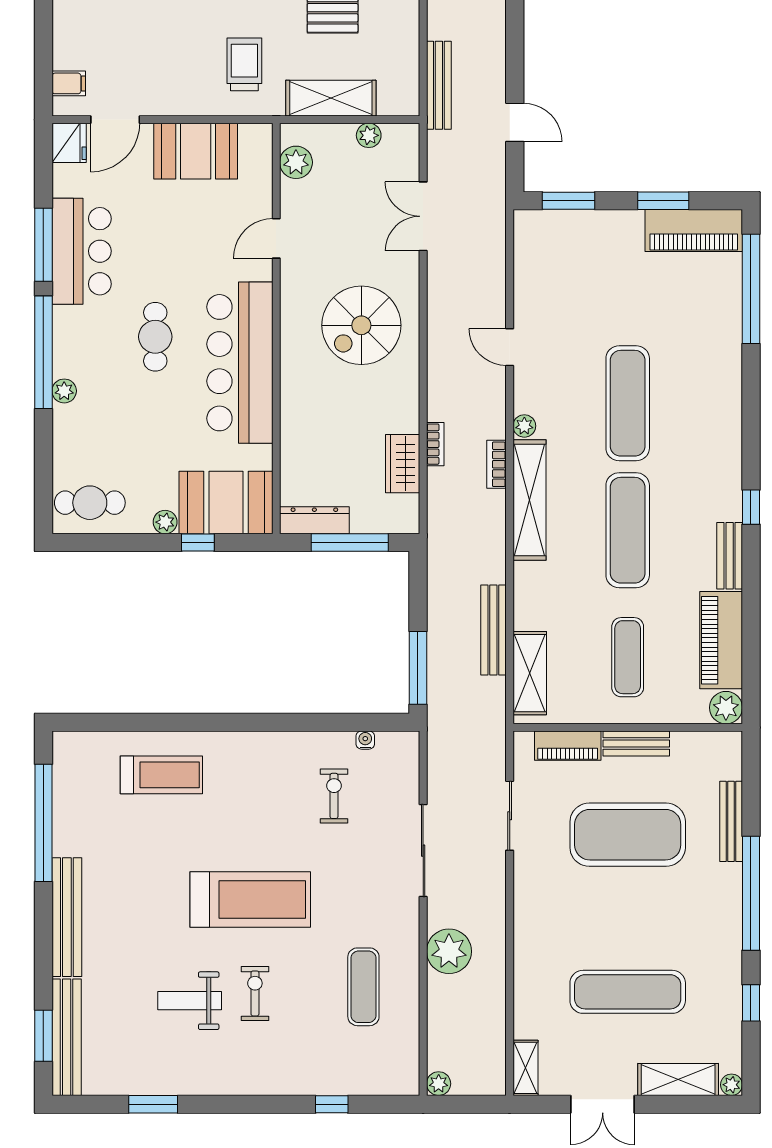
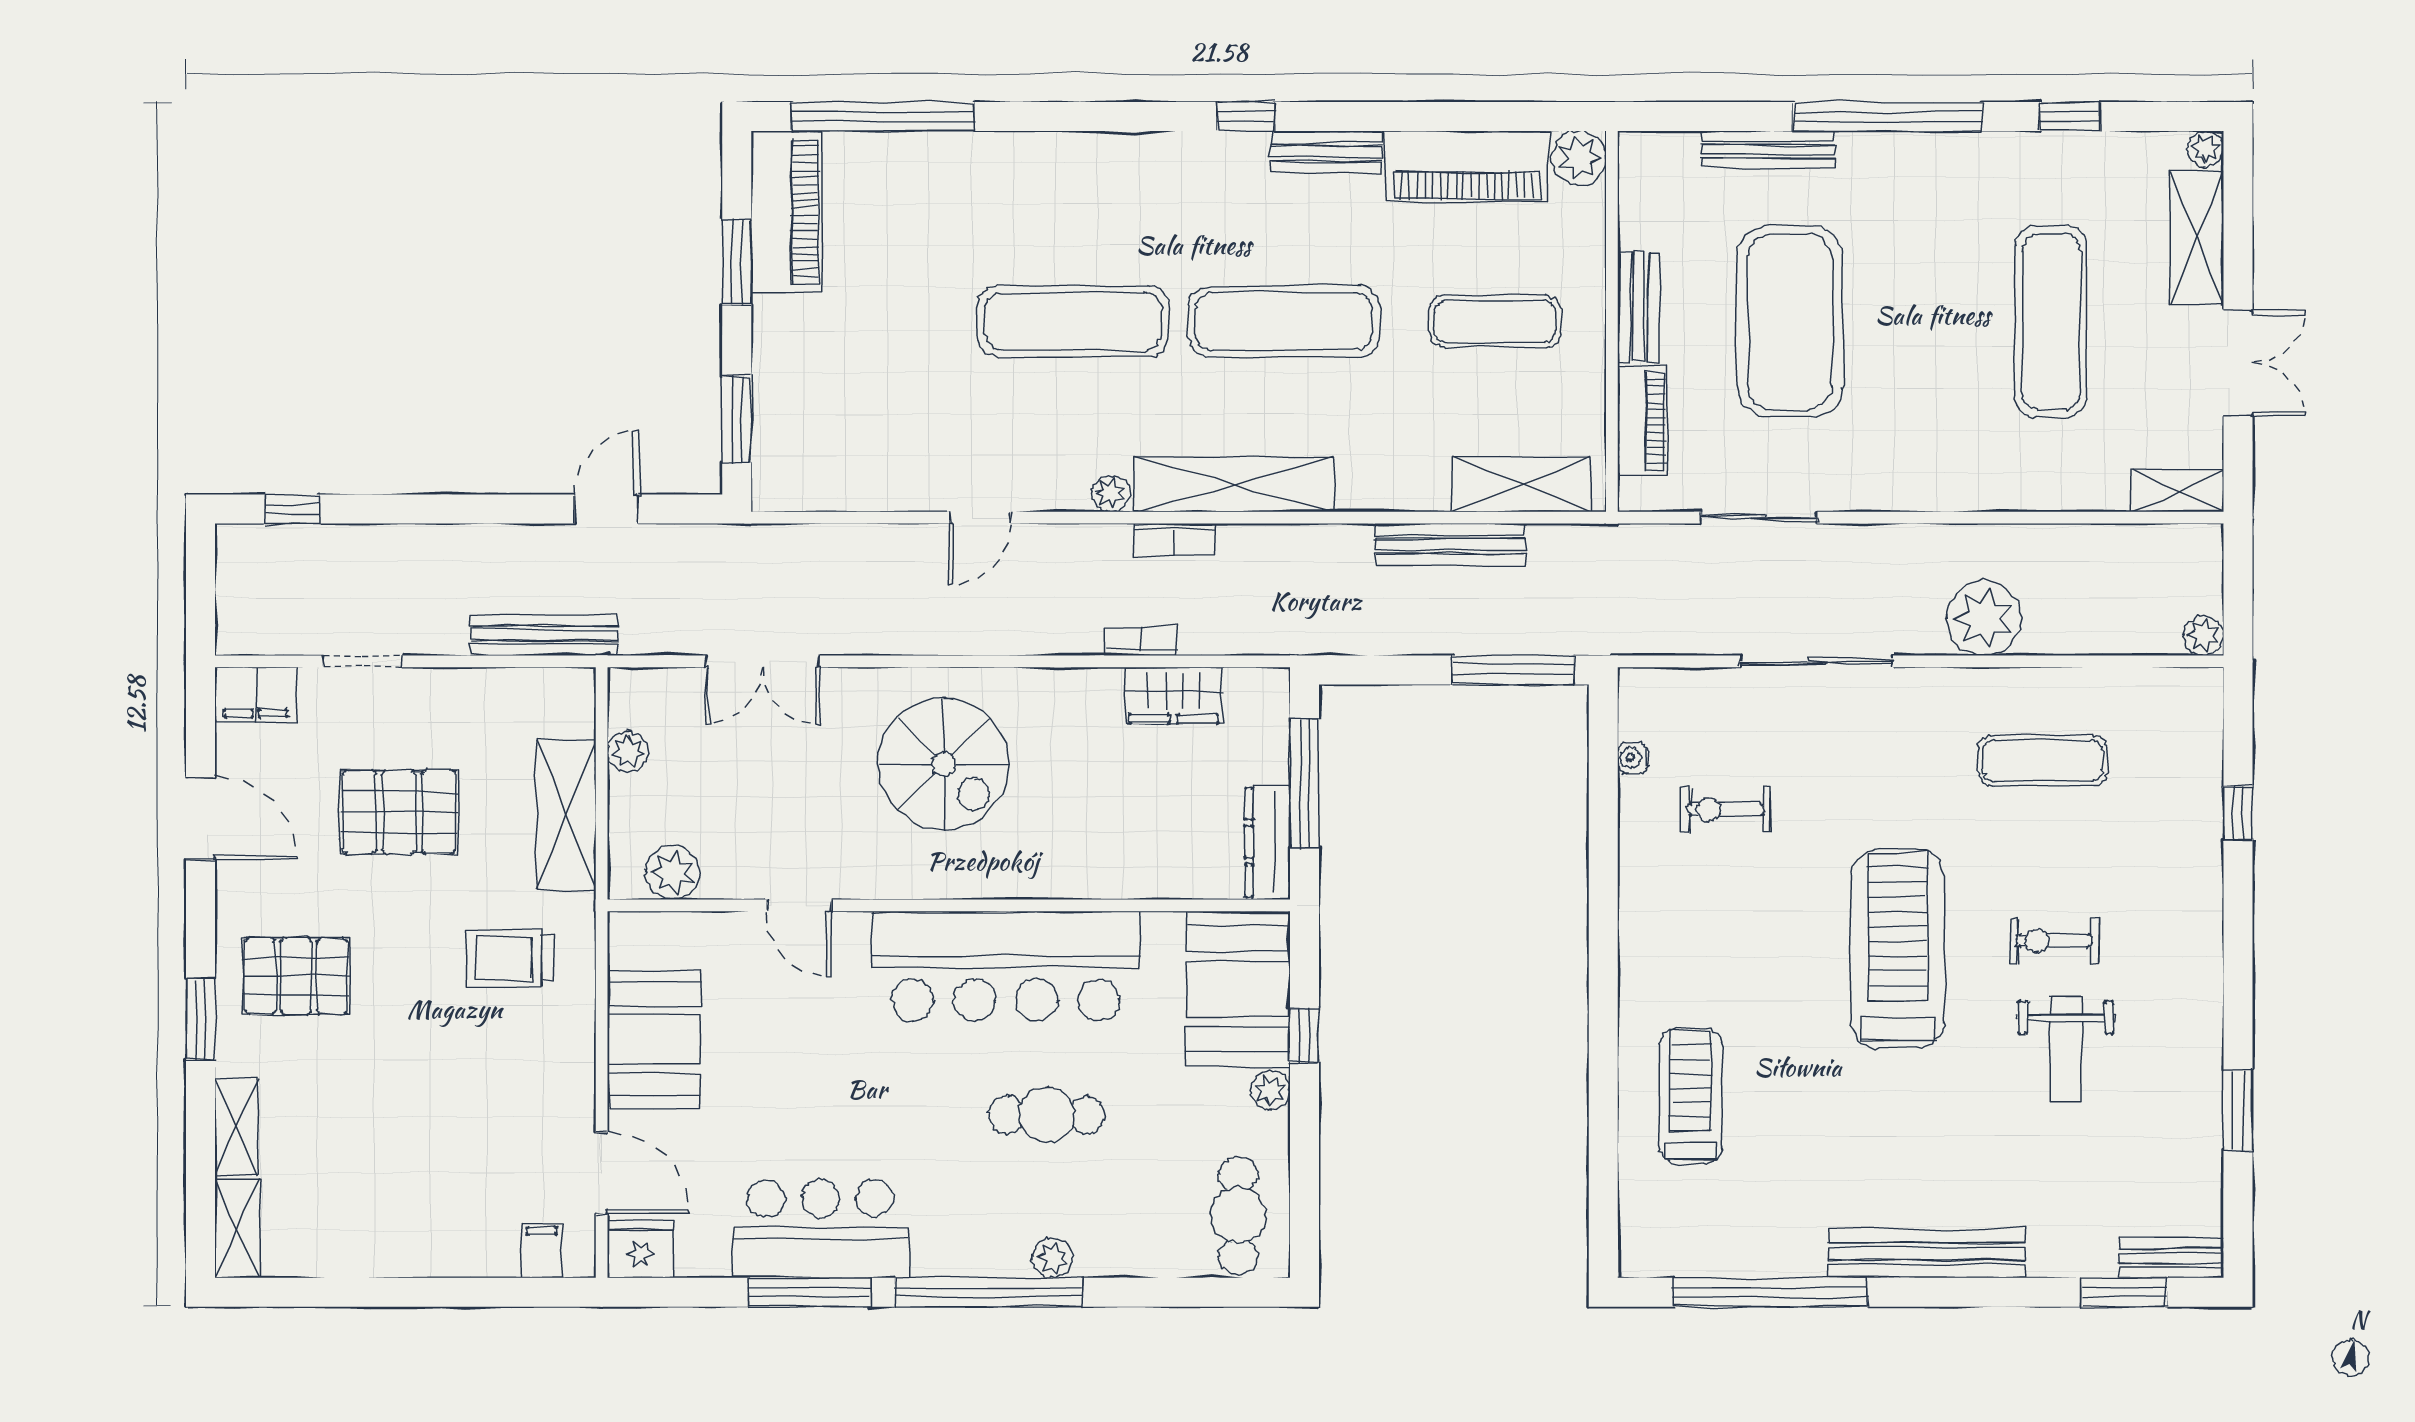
cafe table: (155, 337) -> (1047, 1115), moved
bench: (67, 1037) -> (2172, 1258), width x0.54, depth x0.82

